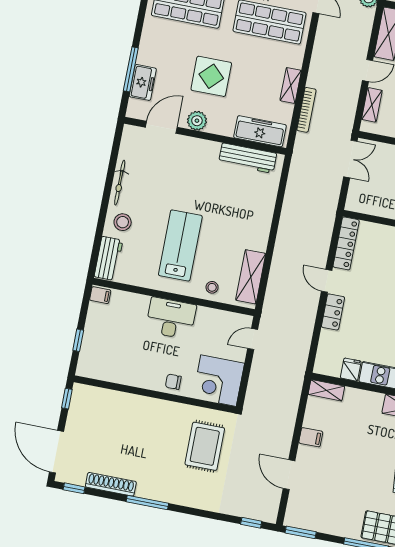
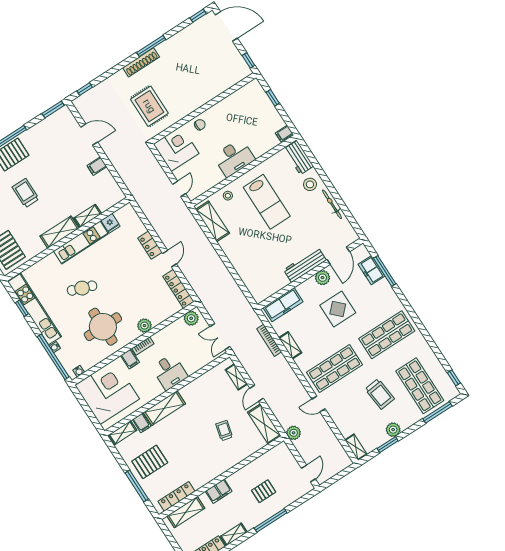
workbench: (248, 158) -> (305, 265), moved
plant: (361, 203) -> (191, 318), added
door: (327, 281) -> (169, 259), hinge flipped
shelving: (326, 390) -> (88, 216), moved
shoe rack: (111, 484) -> (141, 62), moved

